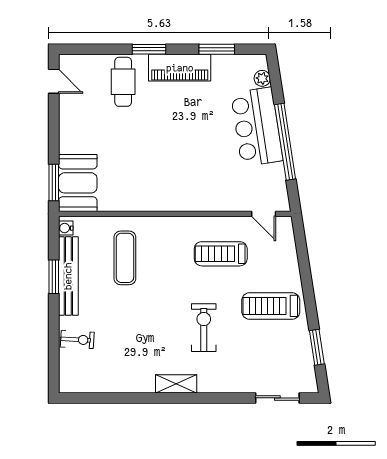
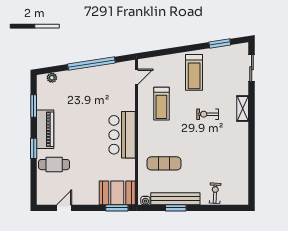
door: (54, 81) -> (64, 208), moved
bar counter: (257, 127) -> (122, 135), moved, turned 99
exercise bike: (204, 328) -> (208, 114), width x0.73, depth x0.72
shelving: (176, 384) -> (243, 108), moved

